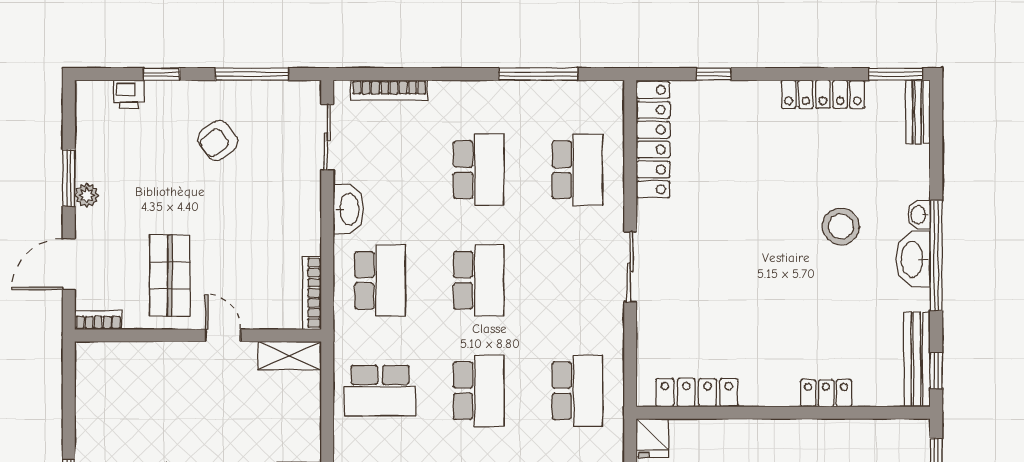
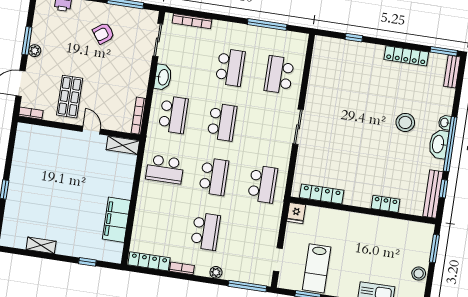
locker: (653, 140) -> (319, 66), removed
school desk: (577, 170) -> (279, 75), turned 180
window: (936, 370) -> (443, 189), moved

